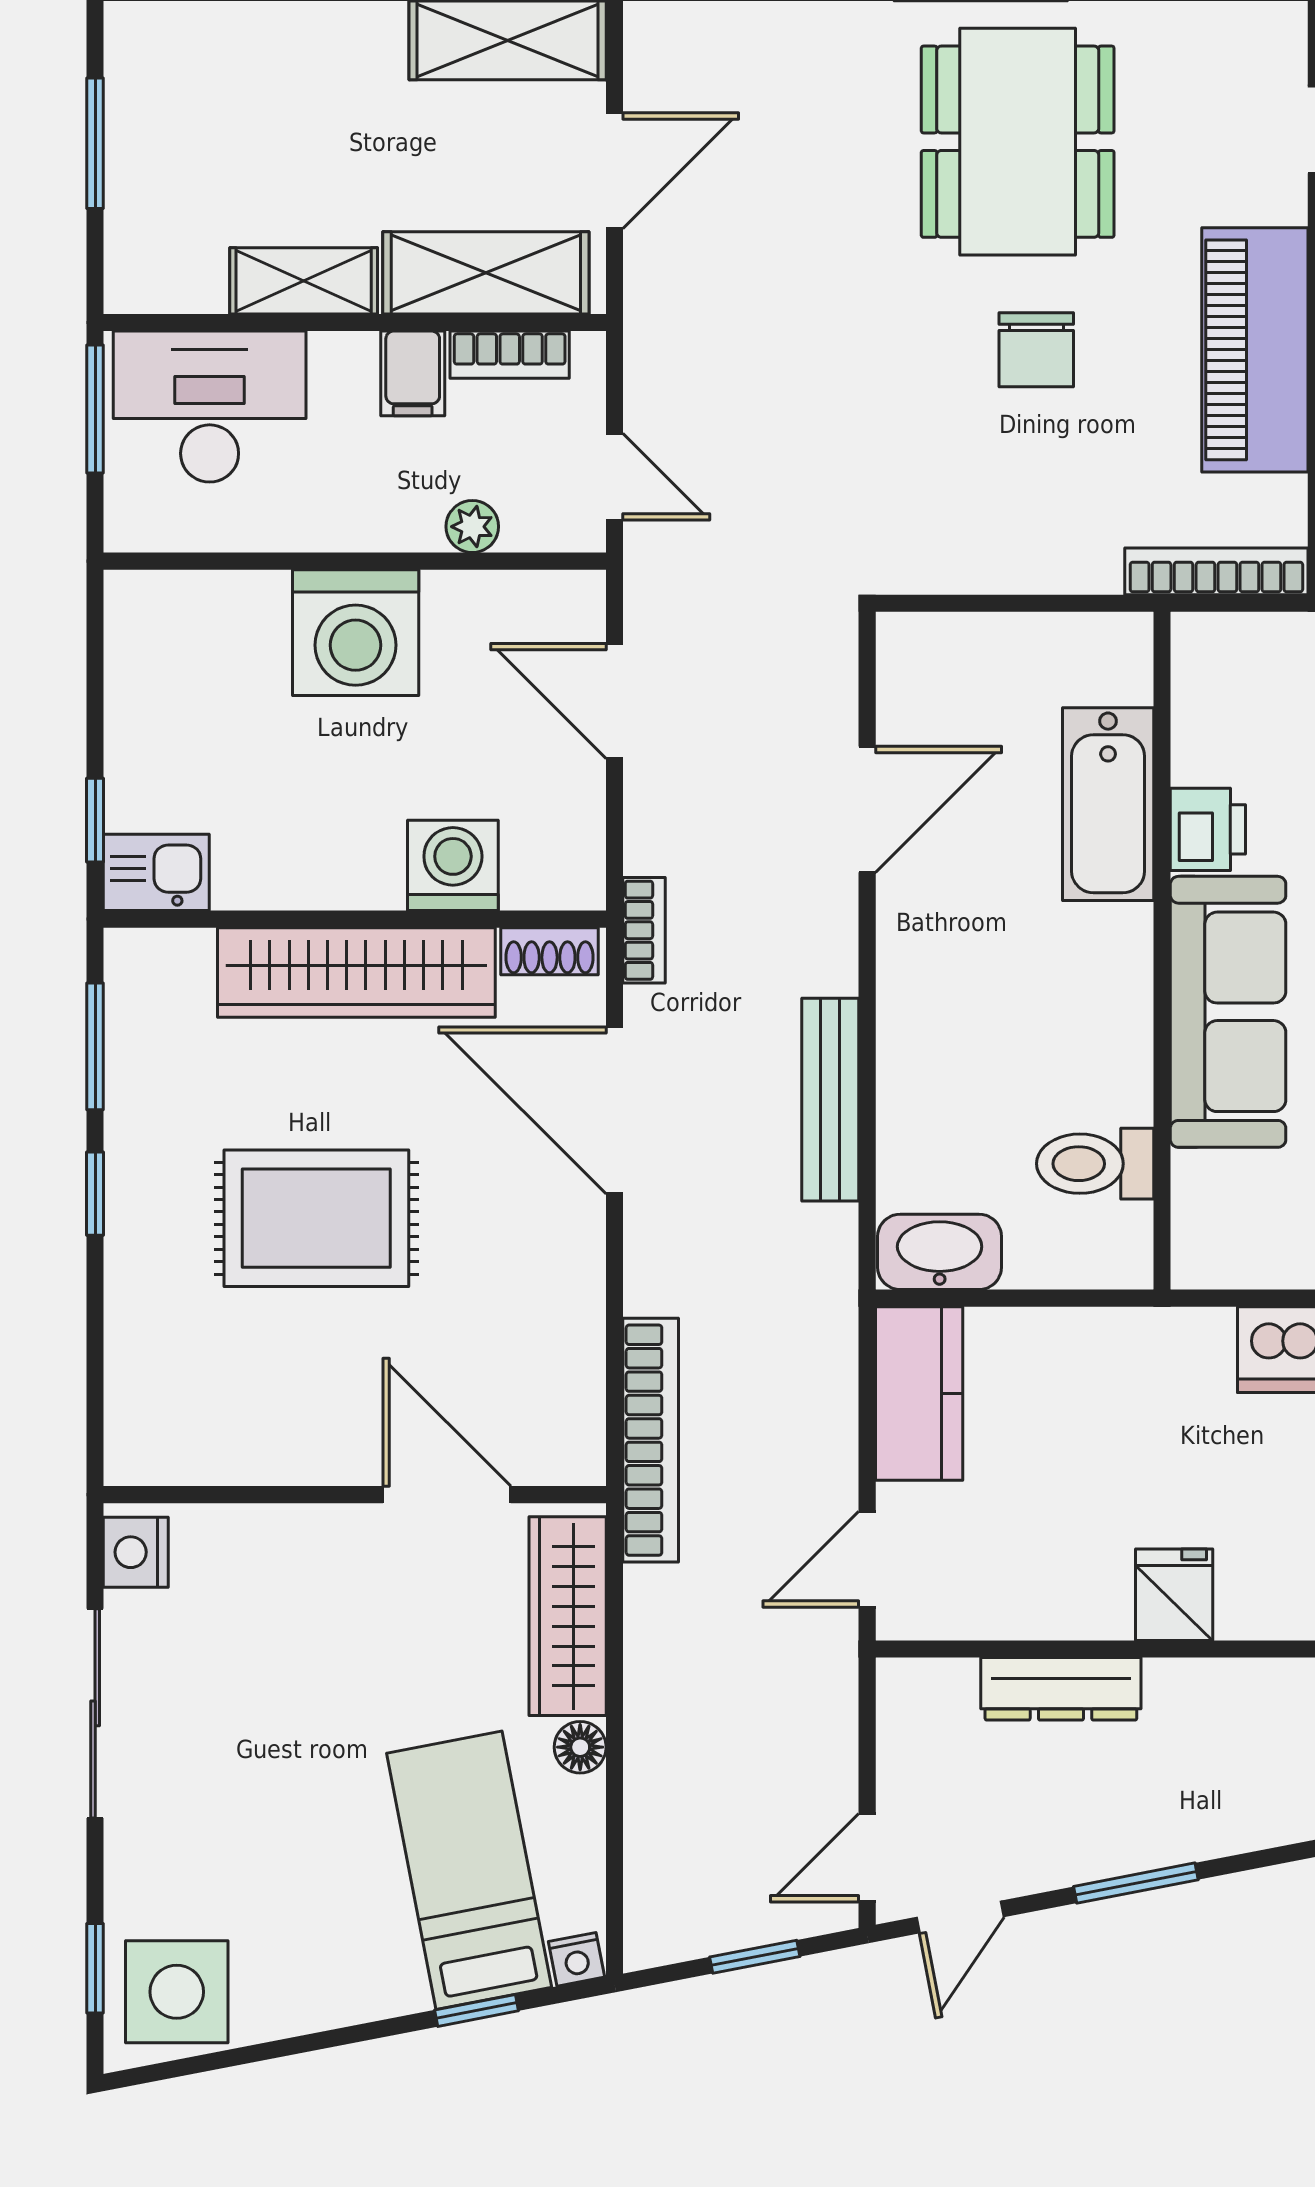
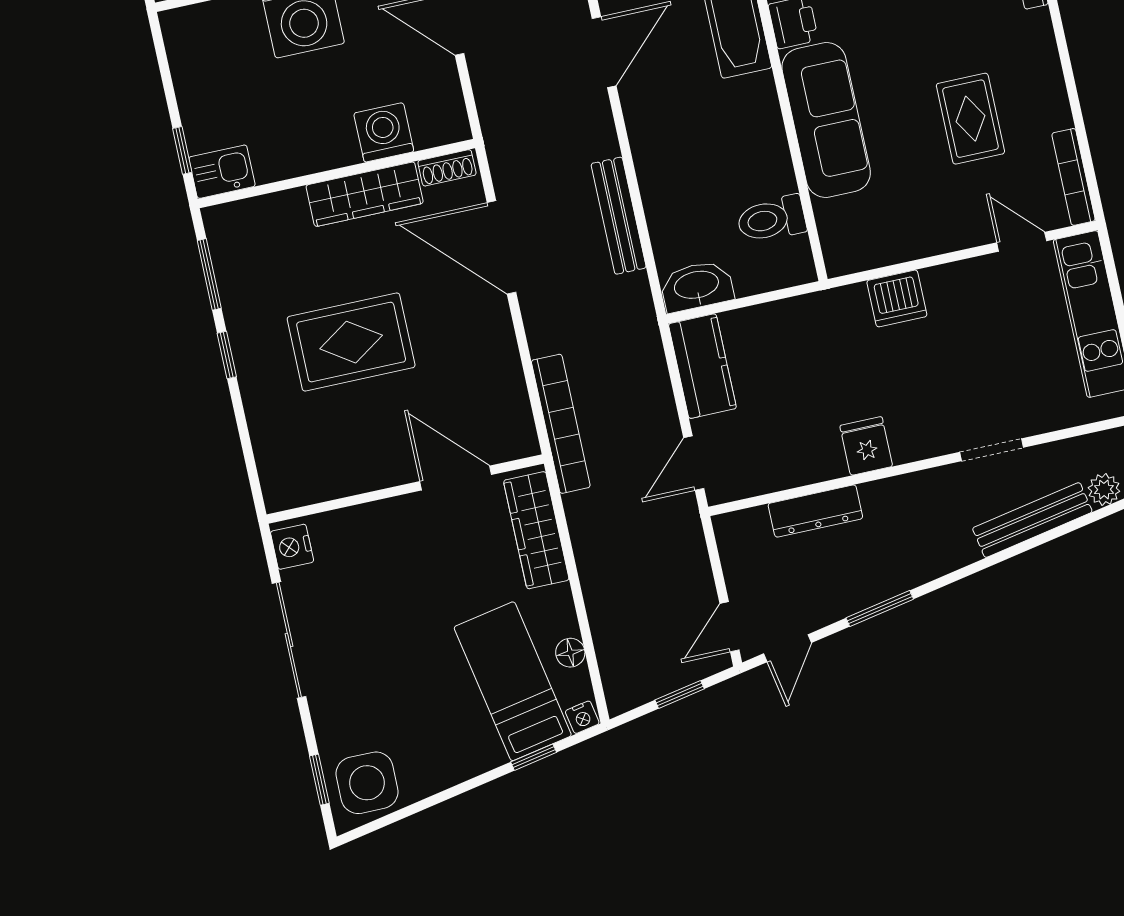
bookcase: (644, 930) -> (496, 145), removed
wardrobe: (356, 972) -> (365, 194), width x0.71, depth x0.85
floor lamp: (580, 1747) -> (570, 653), moved

